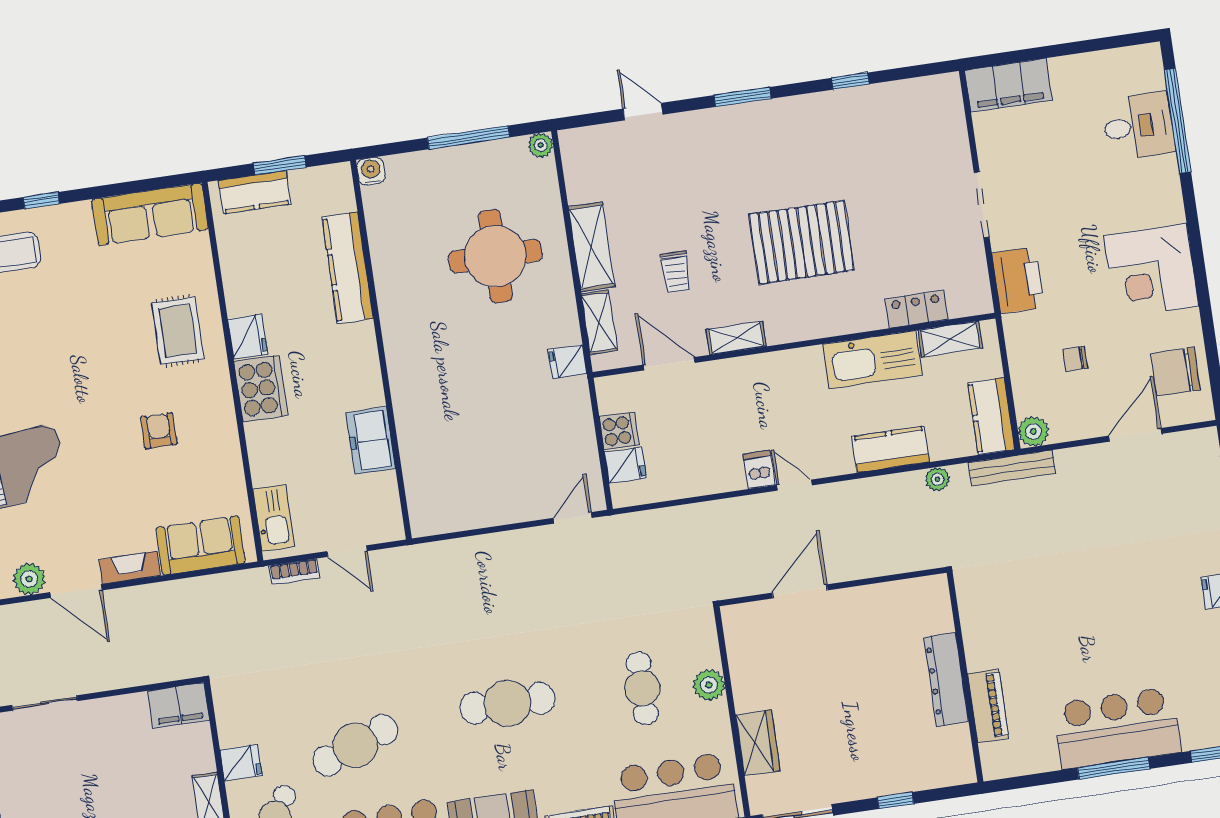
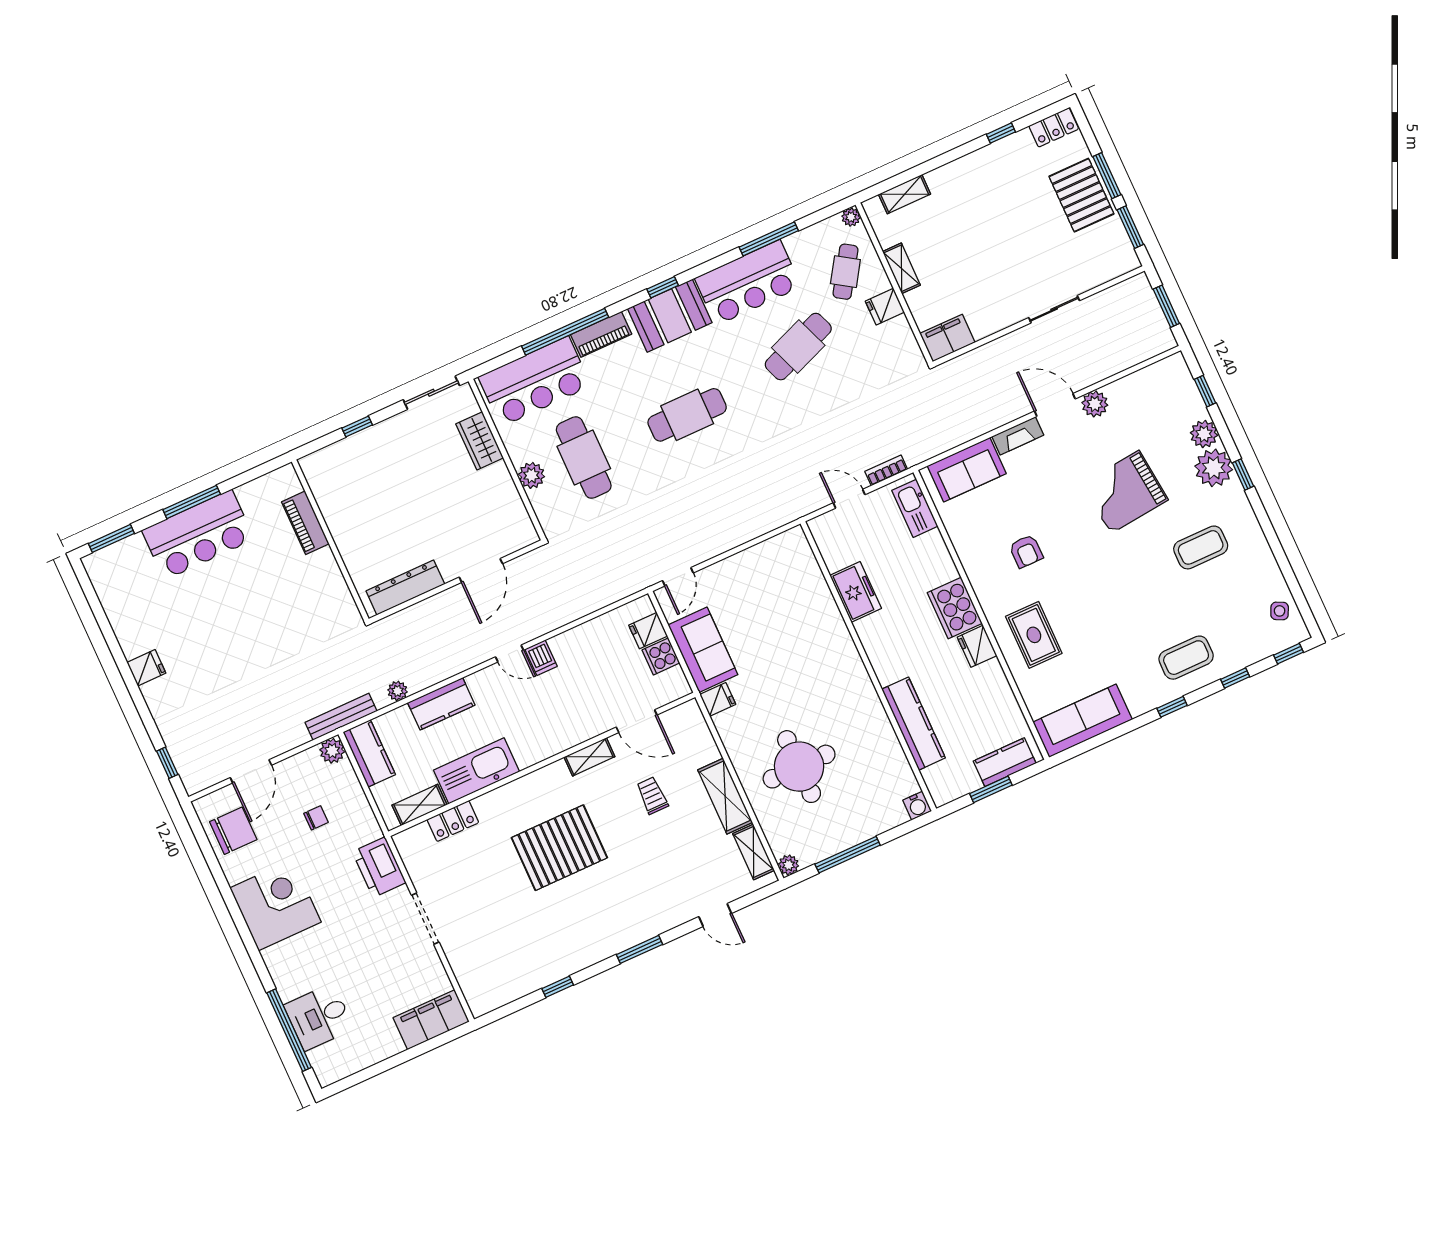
shelving: (599, 322) -> (754, 852), moved
sofa: (568, 424) -> (703, 650), added
dresser: (946, 679) -> (405, 588), moved, turned -90
cafe table: (642, 688) -> (584, 458), width x1.37, depth x1.35

